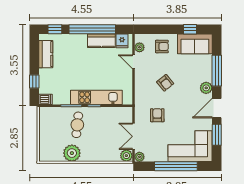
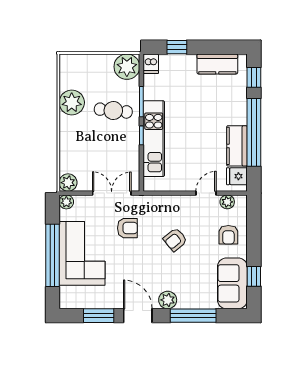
plant: (48, 116) -> (127, 67), added
double door: (133, 136) -> (112, 193), moved
corner sofa: (190, 146) -> (82, 253), moved

